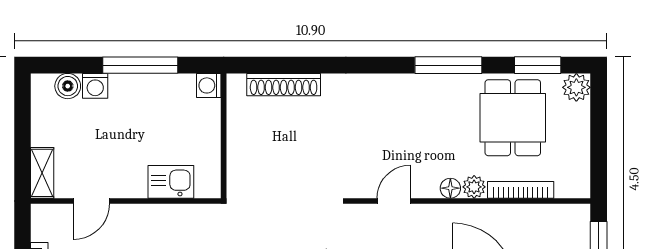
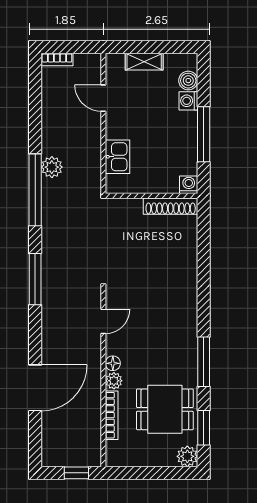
shoe rack: (284, 85) -> (171, 206), moved, turned -90
shelving: (42, 173) -> (144, 62), moved
door: (394, 201) -> (103, 321), hinge flipped

